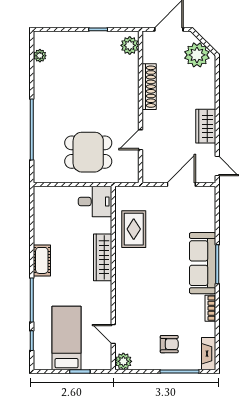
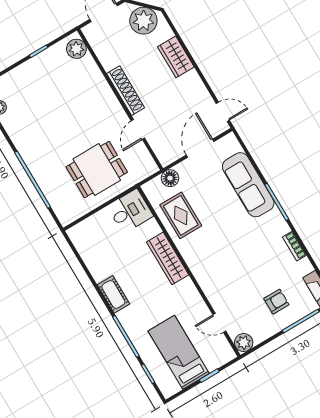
shoe rack: (149, 87) -> (126, 91), moved
wardrobe: (206, 126) -> (176, 57), moved
floor lamp: (143, 194) -> (170, 178), added
sofa: (203, 263) -> (248, 185), moved

